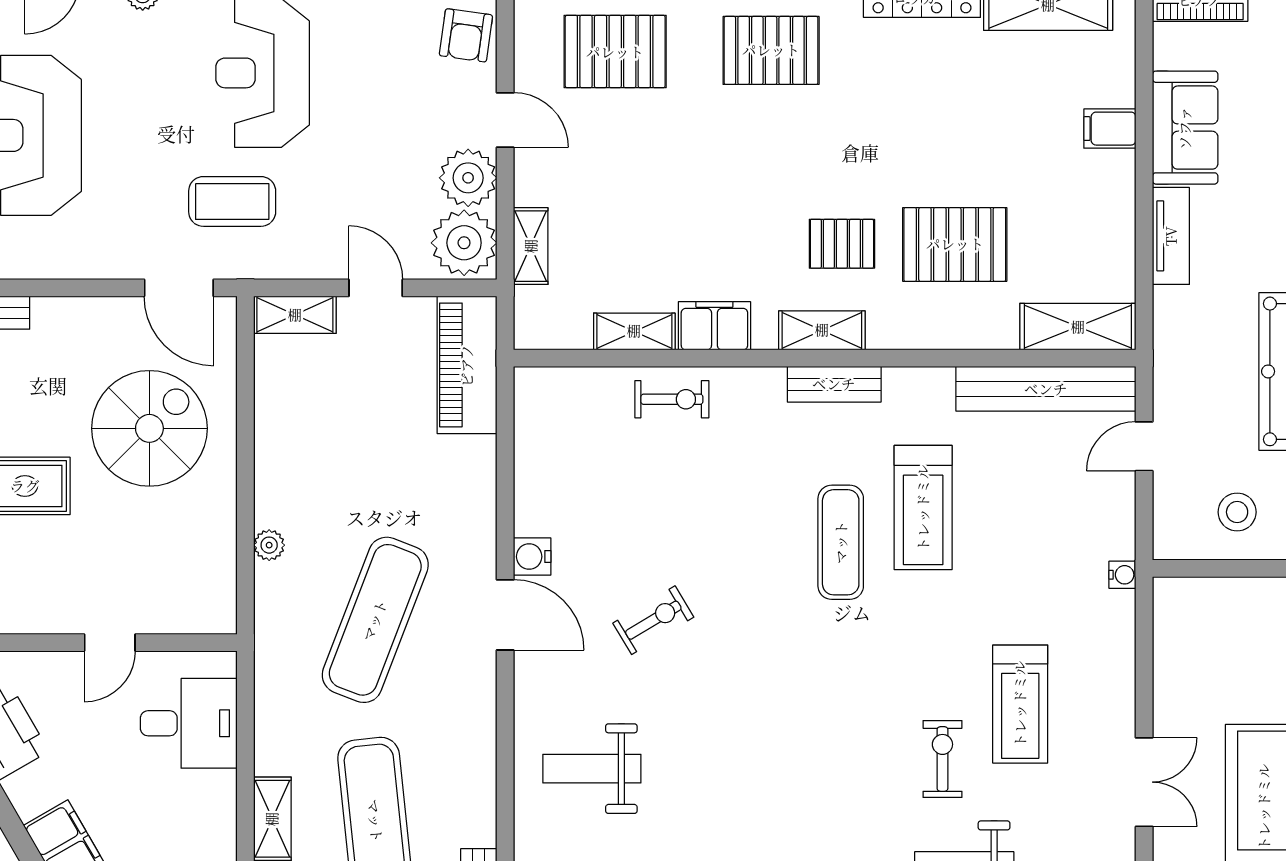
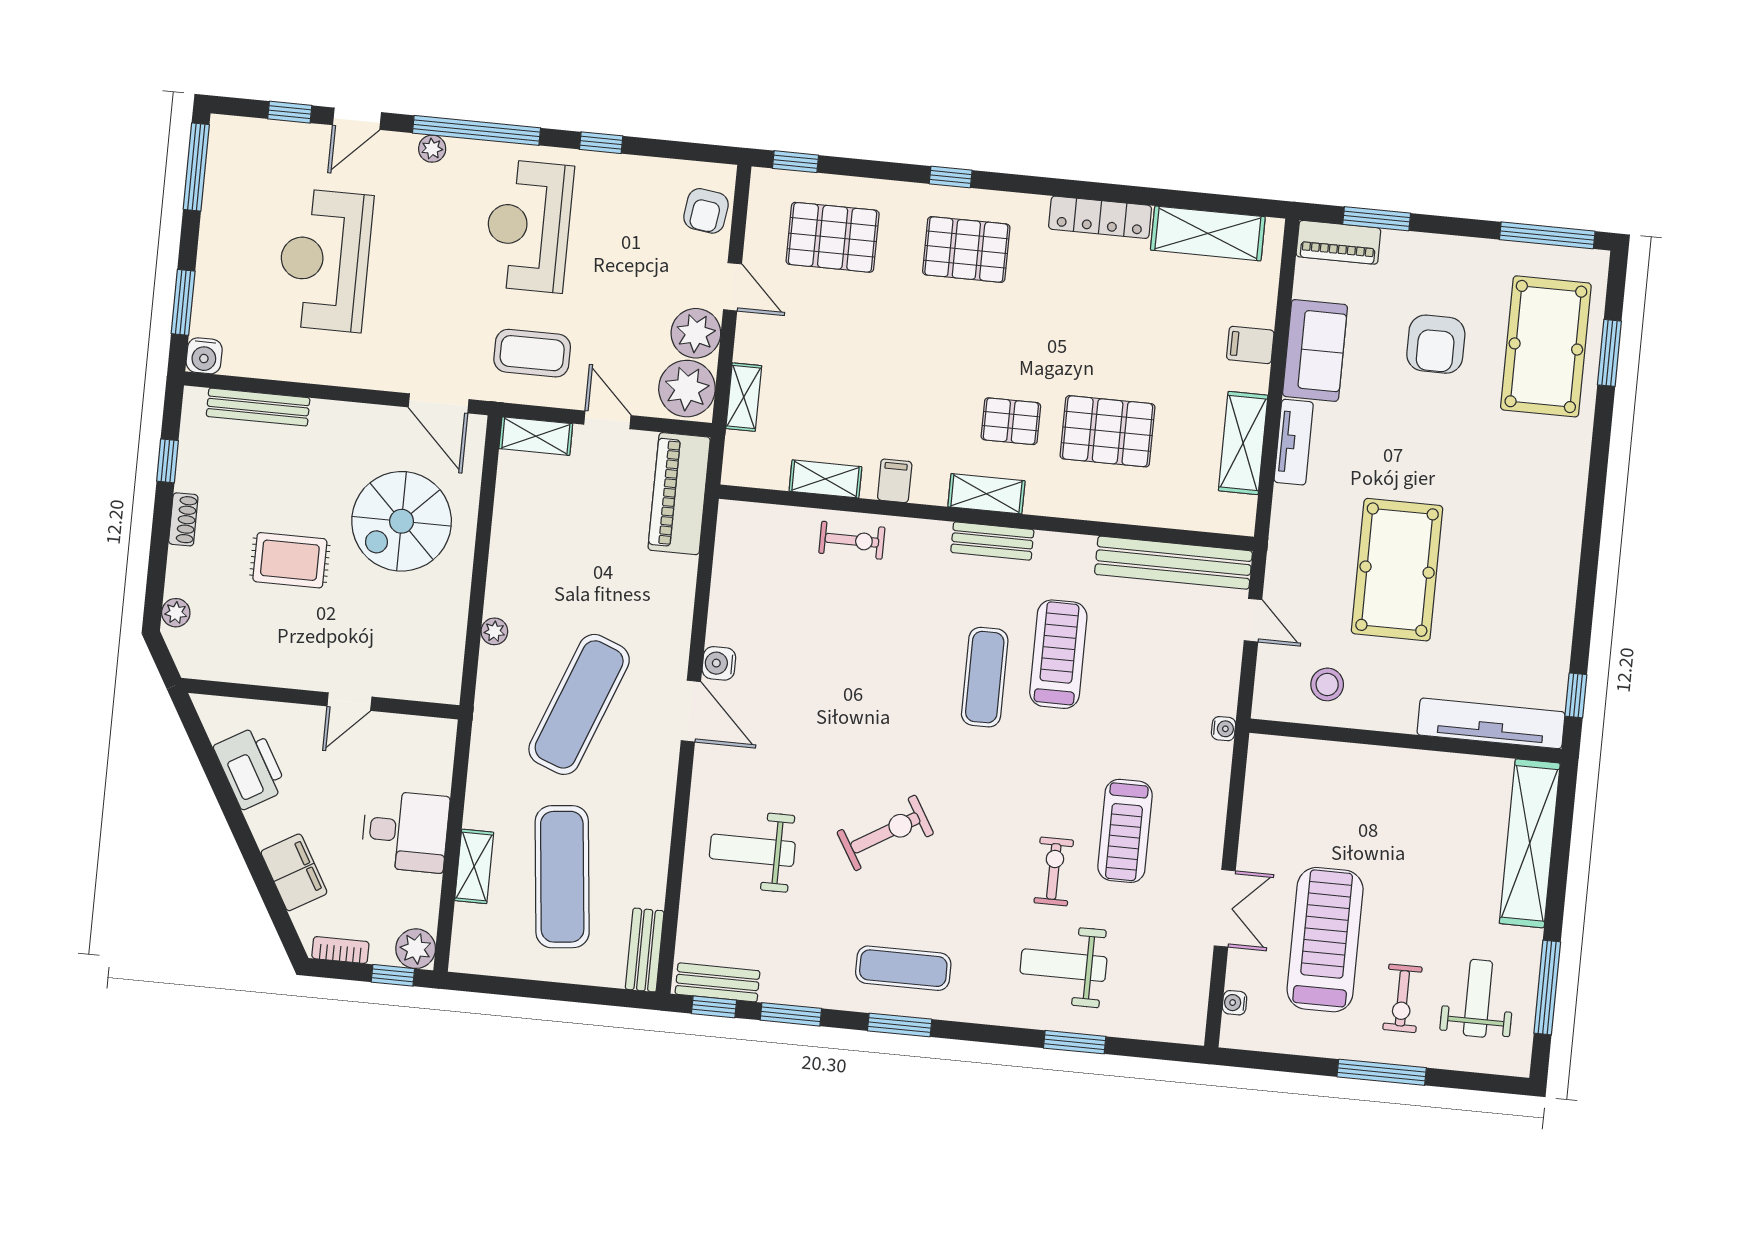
coffee table: (232, 201) -> (532, 353), moved
filing cabinet: (714, 326) -> (895, 481), width x0.50
shelving: (1078, 327) -> (1243, 443), moved, turned 90
spiral stairs: (149, 428) -> (402, 521), turned 180
door: (1144, 446) -> (1253, 620), swing flipped
treadmill: (923, 508) -> (1058, 654), turned 180
exercise bike: (653, 620) -> (885, 833), moved, width x1.38, depth x1.39
desk: (189, 723) -> (405, 831), moved

